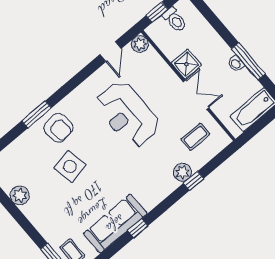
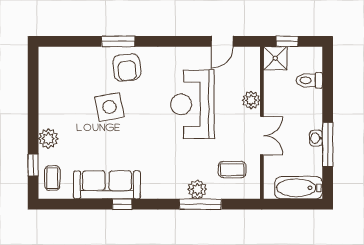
toilet: (175, 20) -> (309, 80), moved, turned 90
plant: (140, 44) -> (251, 100), moved
shower: (186, 64) -> (275, 58), moved
window: (194, 181) -> (200, 204), width x2.17
plant: (20, 196) -> (48, 139), moved

